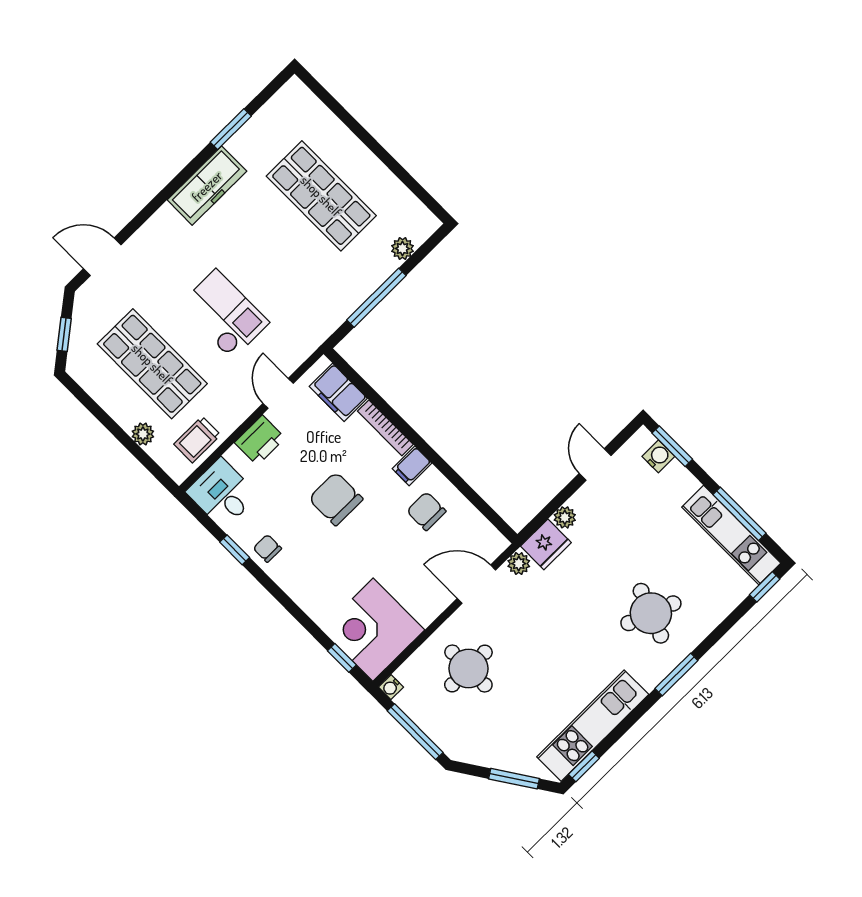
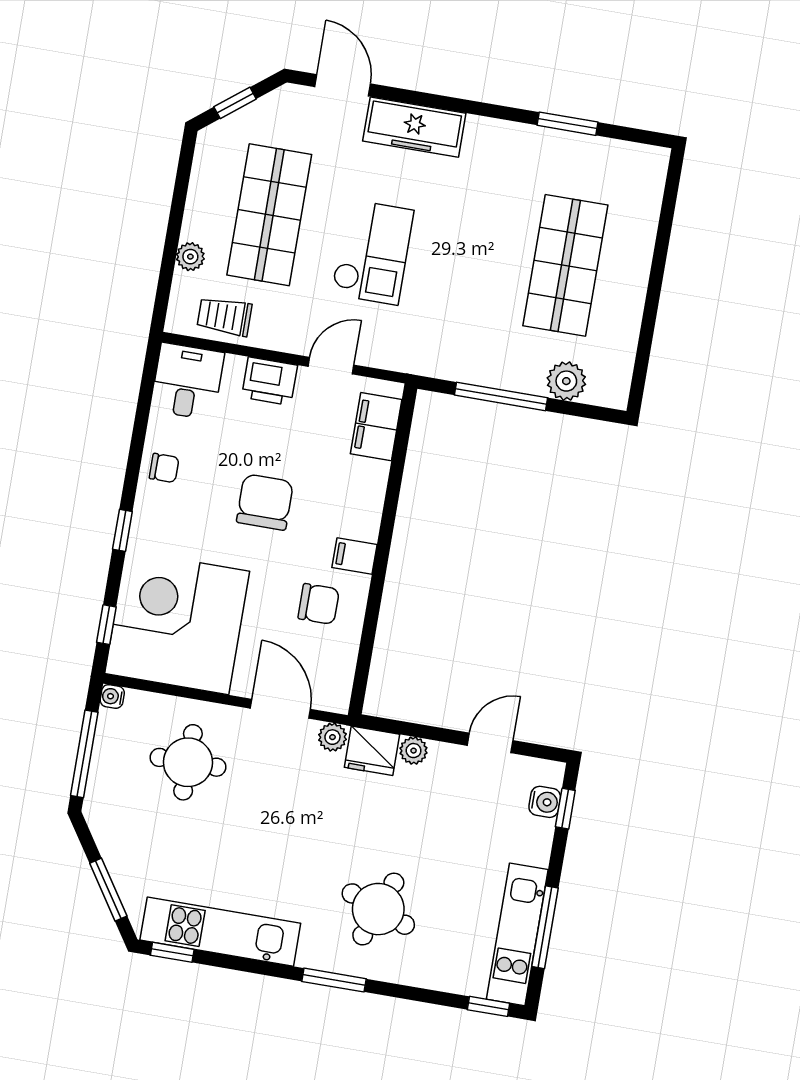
freezer: (207, 186) -> (414, 127), moved
plant: (402, 249) -> (566, 381), width x1.38, depth x1.38
bookcase: (385, 428) -> (374, 501), removed
window: (672, 446) -> (565, 809), width x0.67
chair: (426, 511) -> (319, 604), turned 90
chair: (267, 548) -> (164, 468), turned 90
window: (235, 550) -> (122, 530), moved
corner desk: (373, 630) -> (177, 622), width x1.36, depth x1.36

